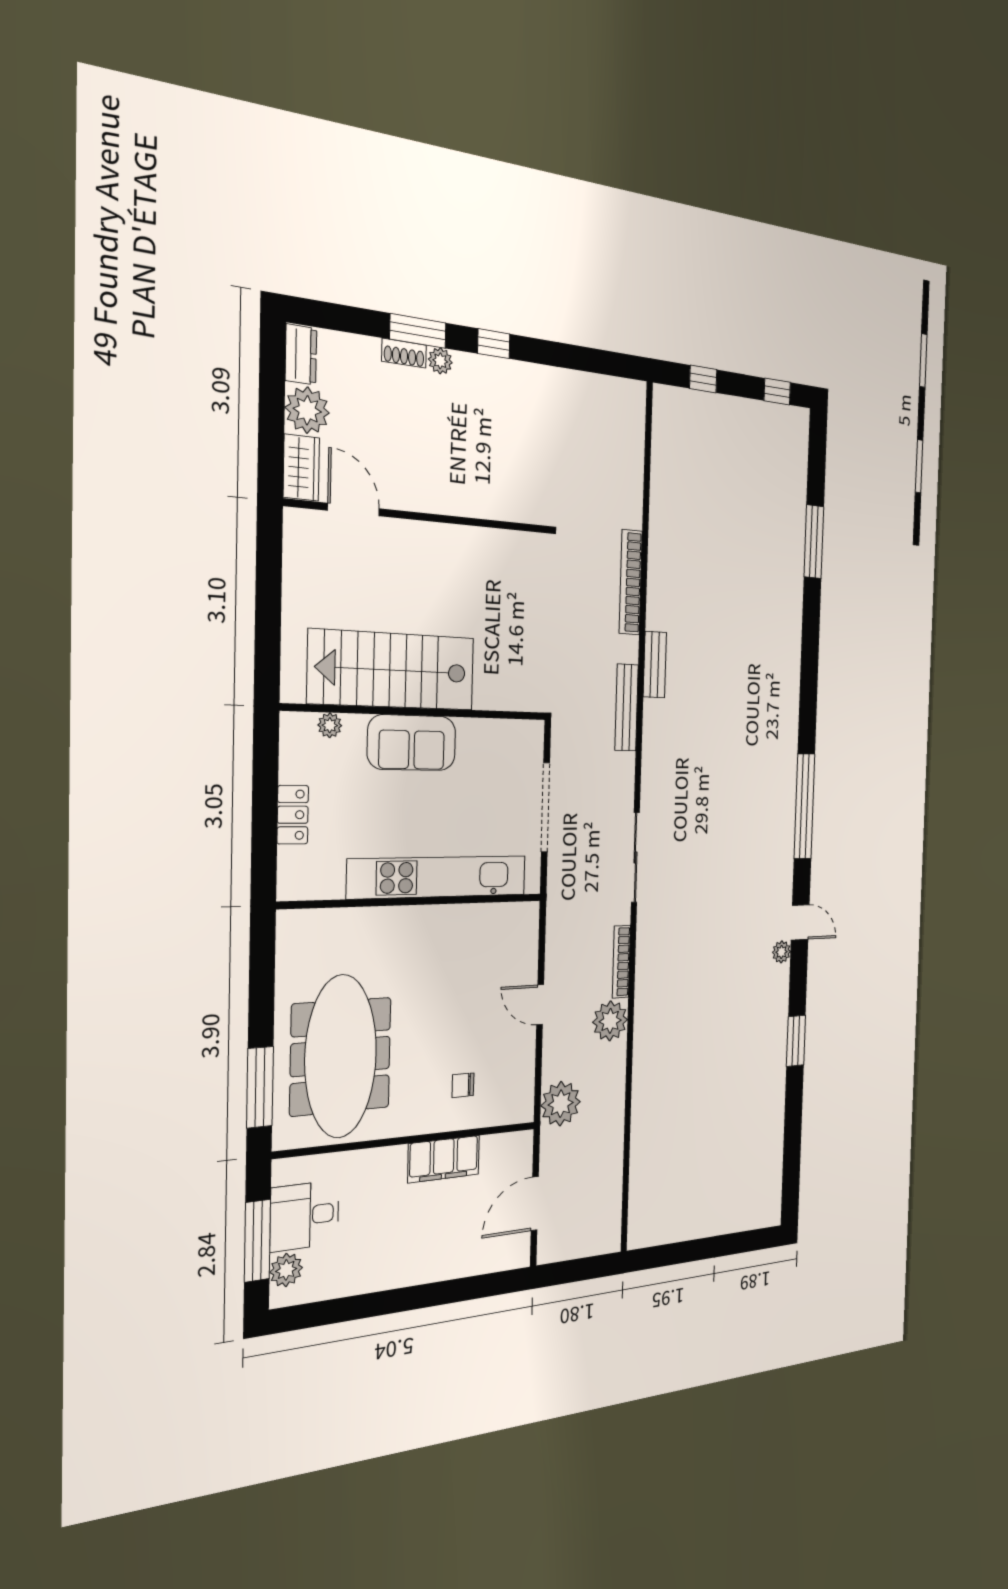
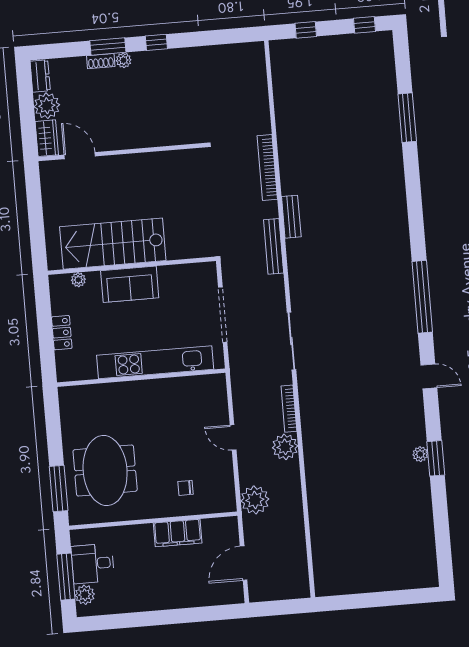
plant: (781, 952) -> (420, 454), moved
meeting table: (341, 1056) -> (105, 471), width x0.73

